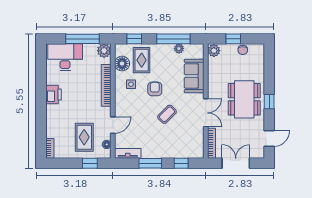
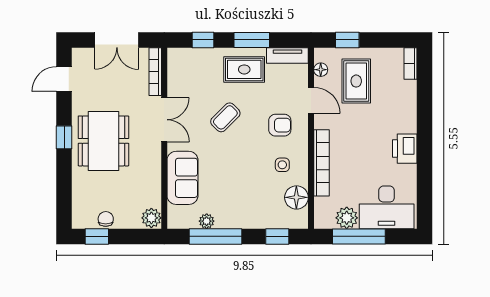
window: (233, 39) -> (97, 236), moved
plant: (104, 51) -> (347, 218), moved
rug: (142, 60) -> (244, 69), moved, turned 90
armchair: (155, 89) -> (280, 125), moved, turned -90
double door: (206, 113) -> (164, 120), swing flipped
door: (113, 125) -> (311, 100), swing flipped

